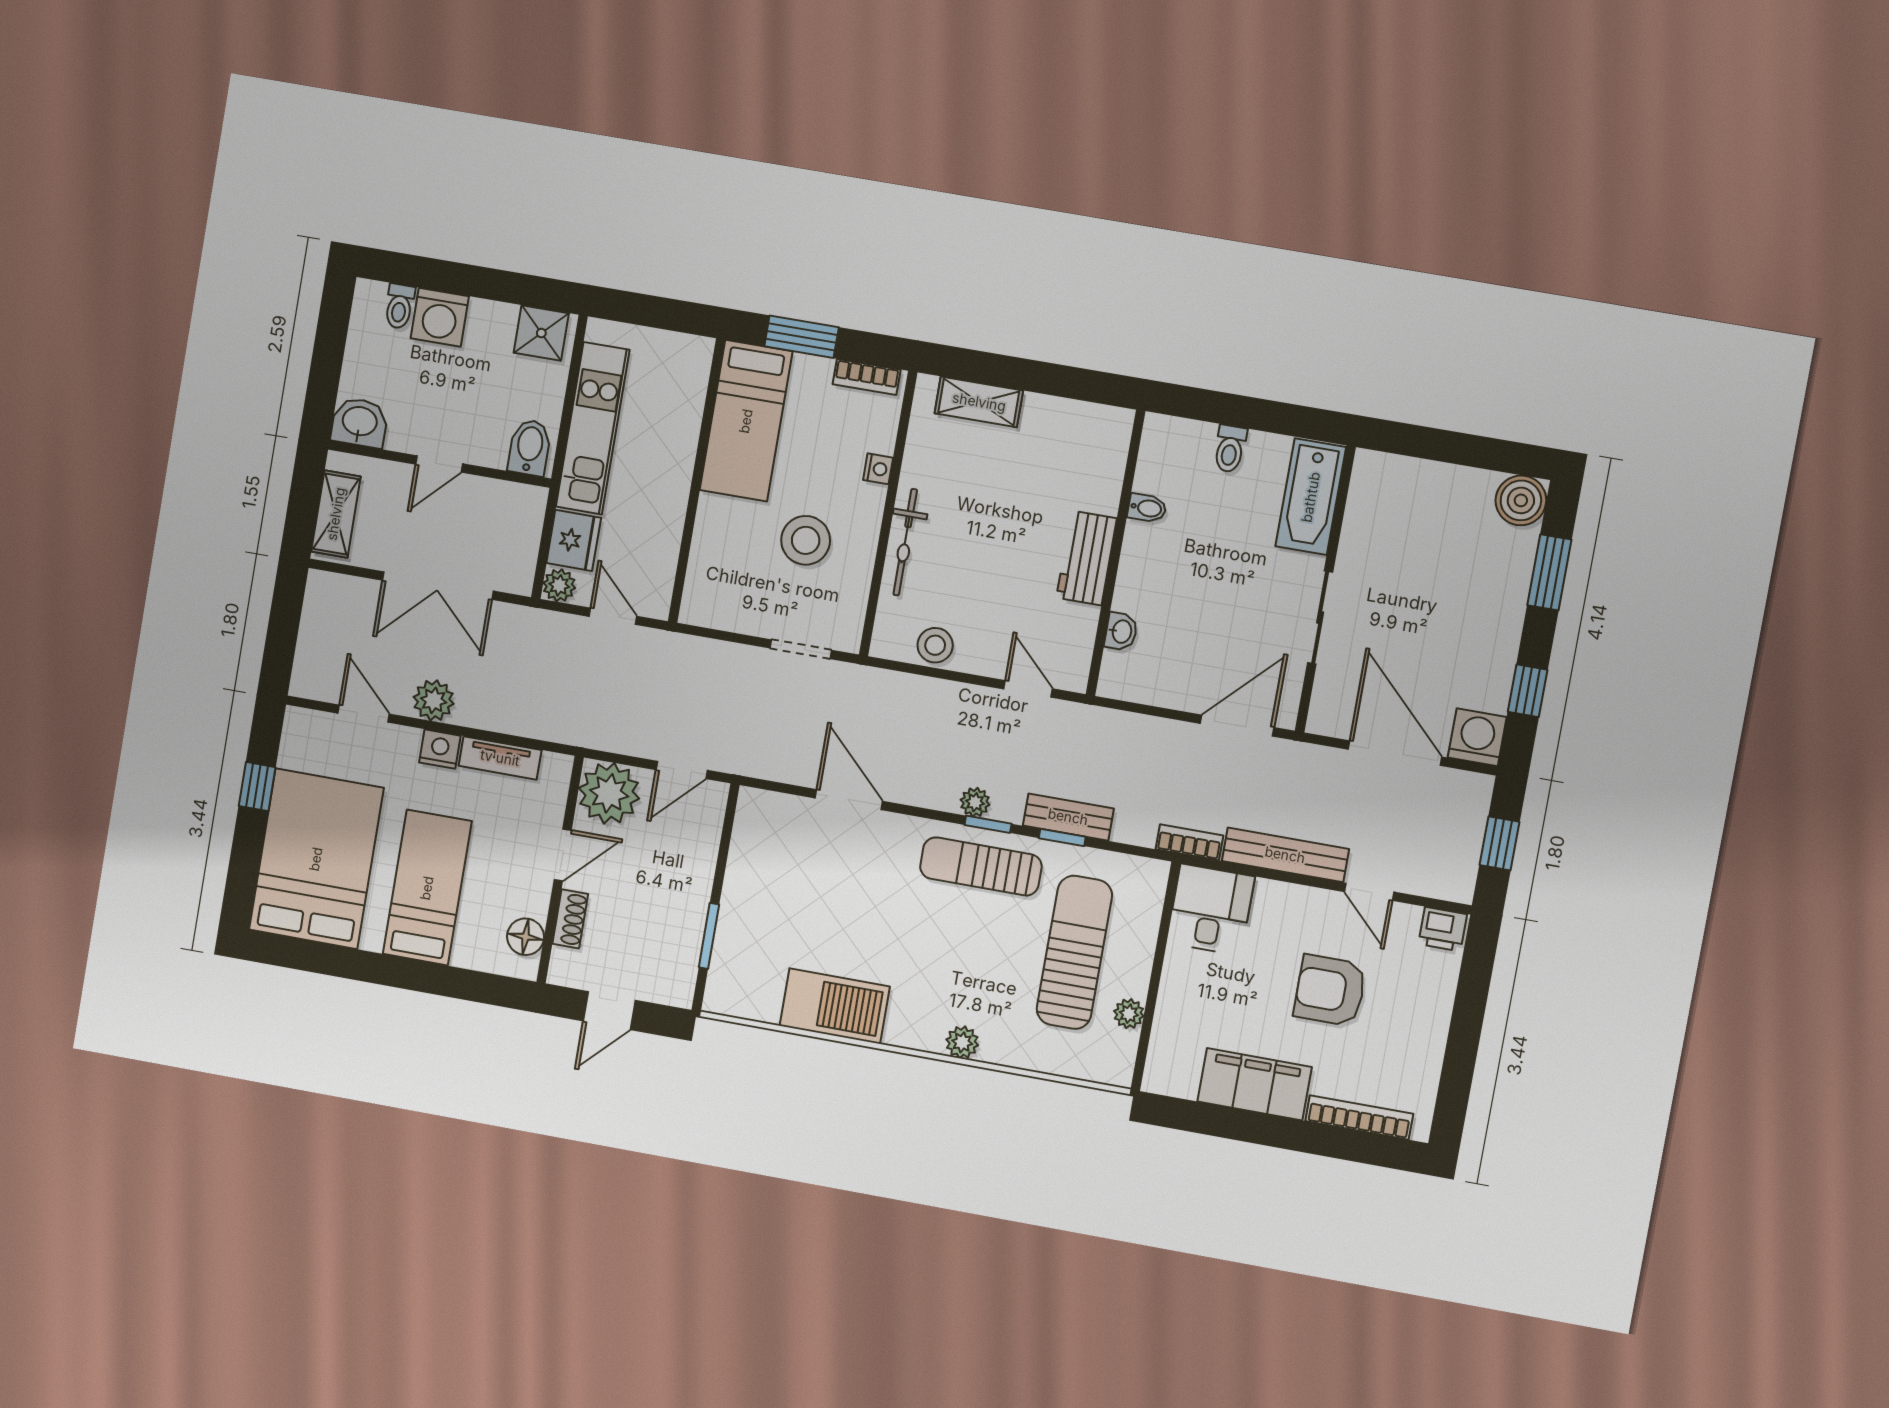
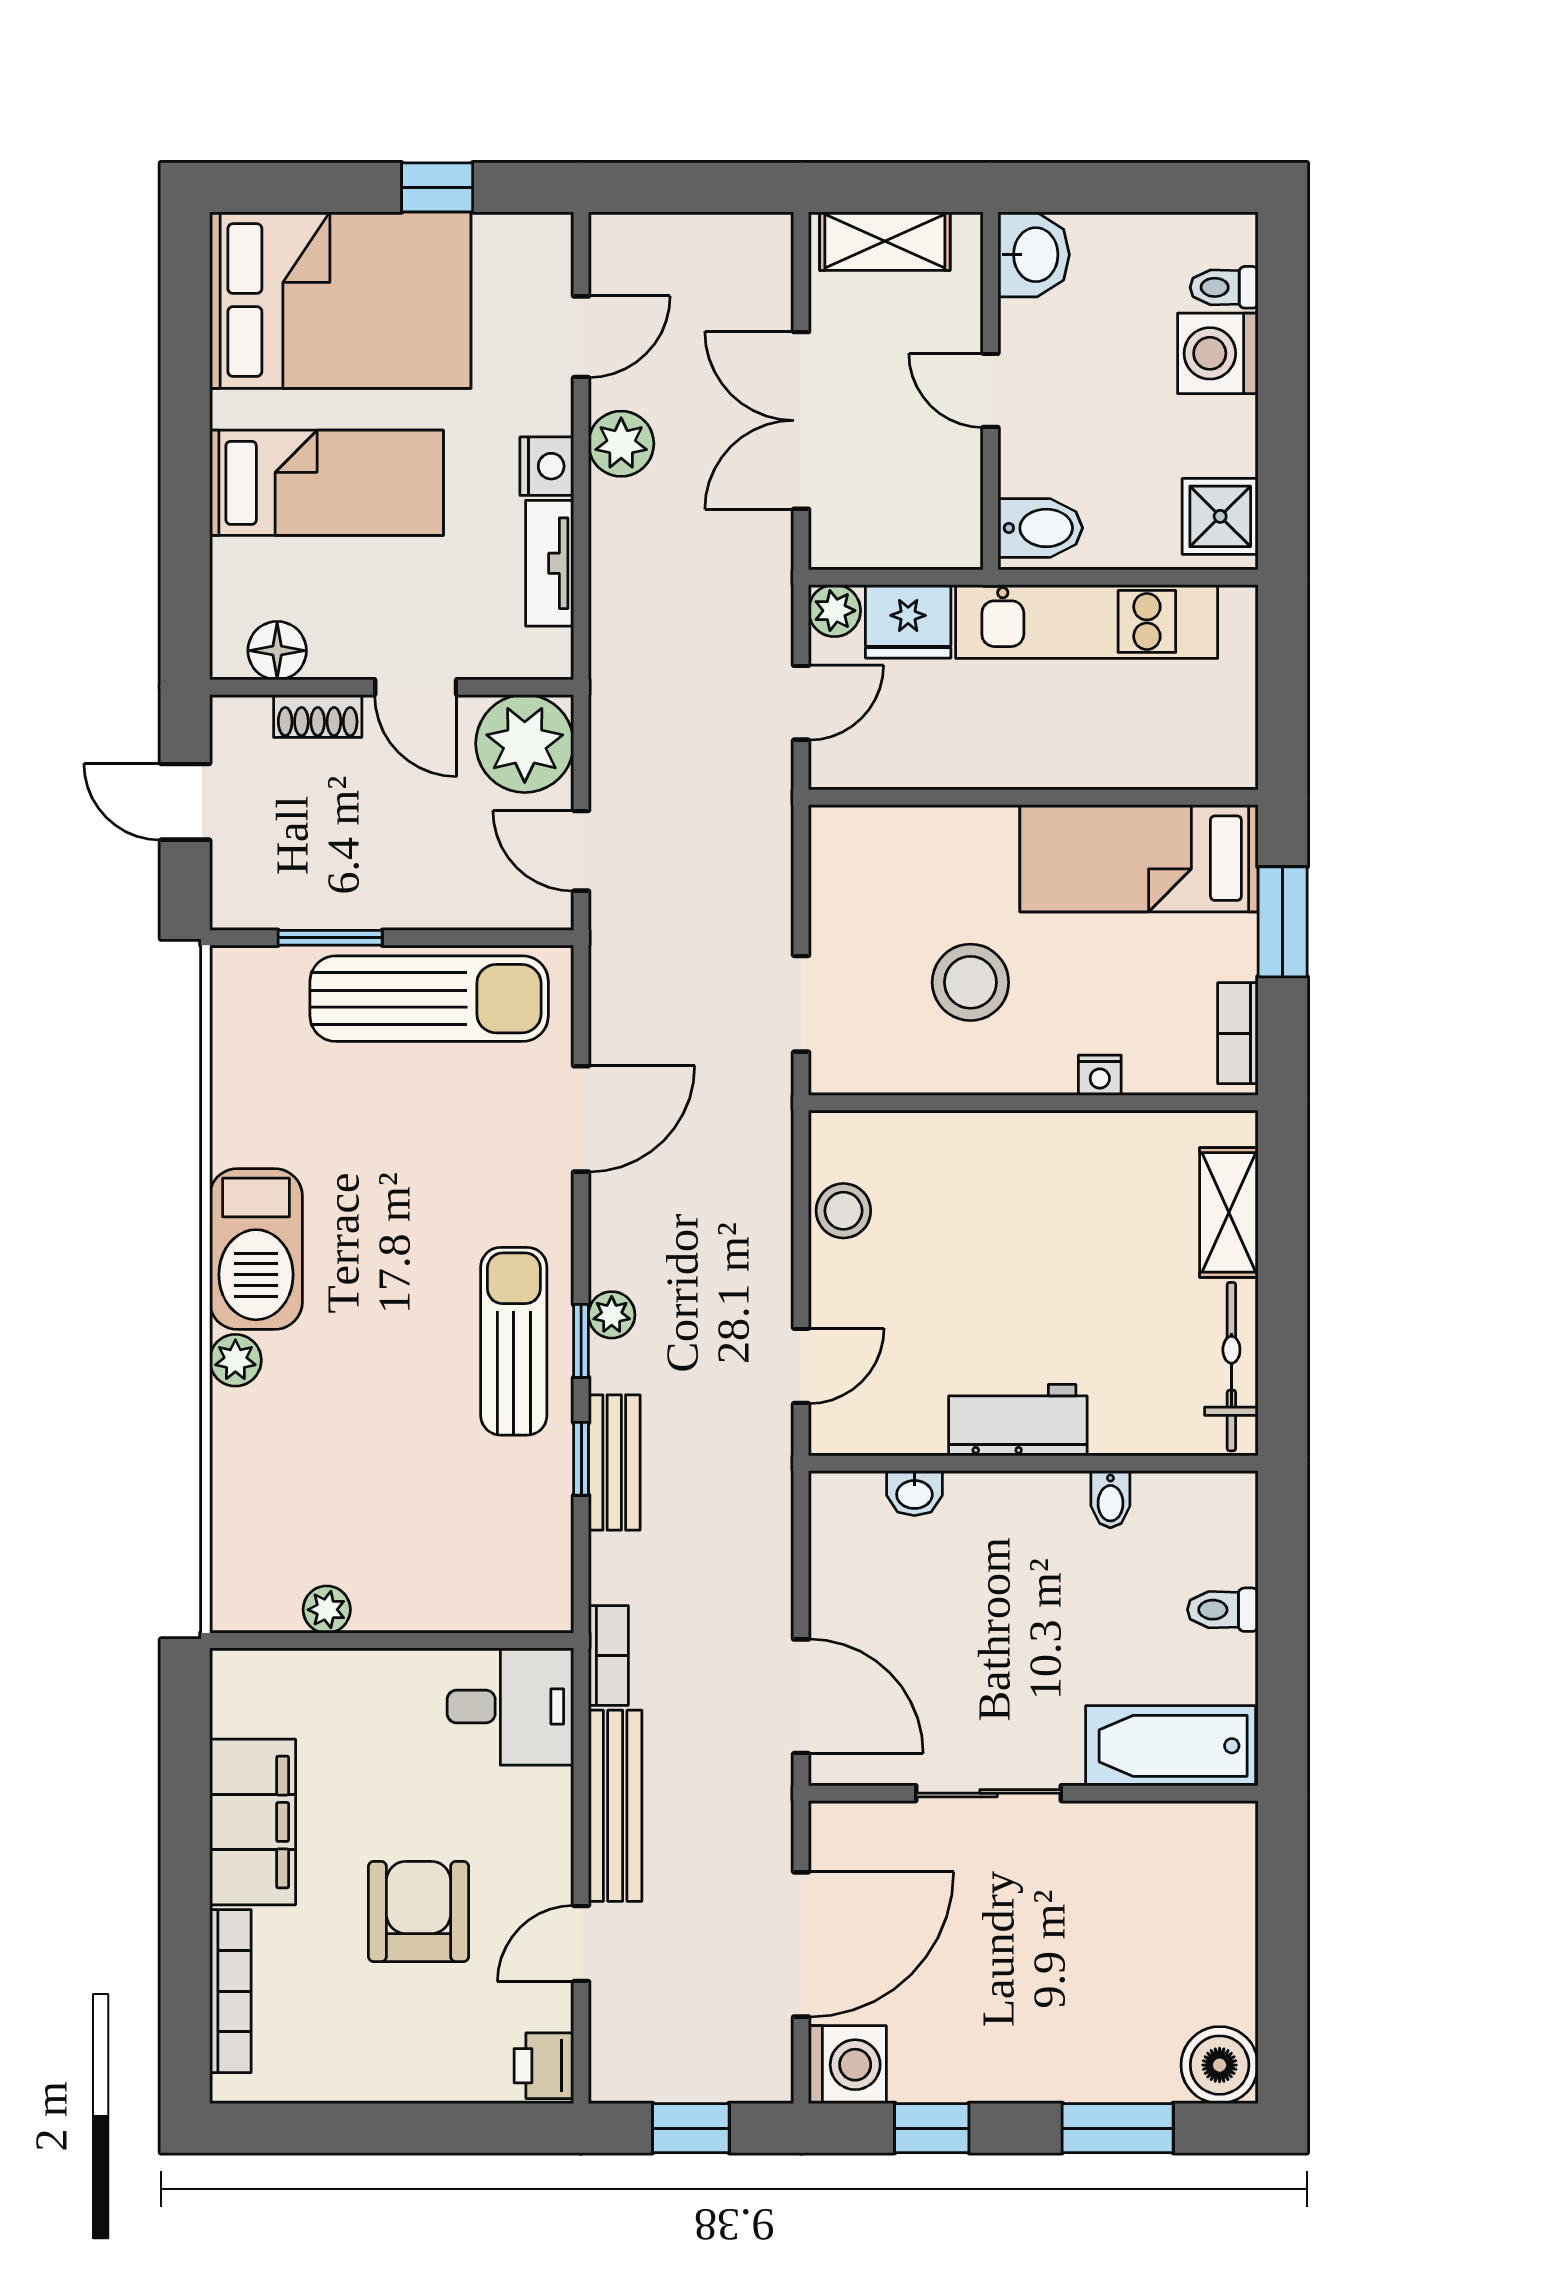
bicycle: (905, 542) -> (1231, 1367), moved, turned 90
sun lounger: (1074, 952) -> (429, 999), moved
barbecue: (835, 1006) -> (256, 1249), moved

